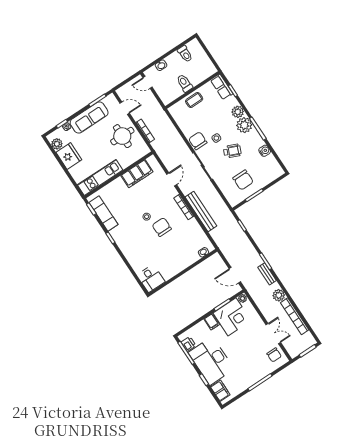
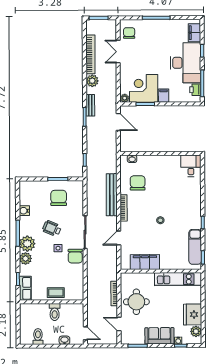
sofa: (89, 118) -> (159, 336), width x0.73
chair: (162, 227) -> (138, 183), moved, turned 180

